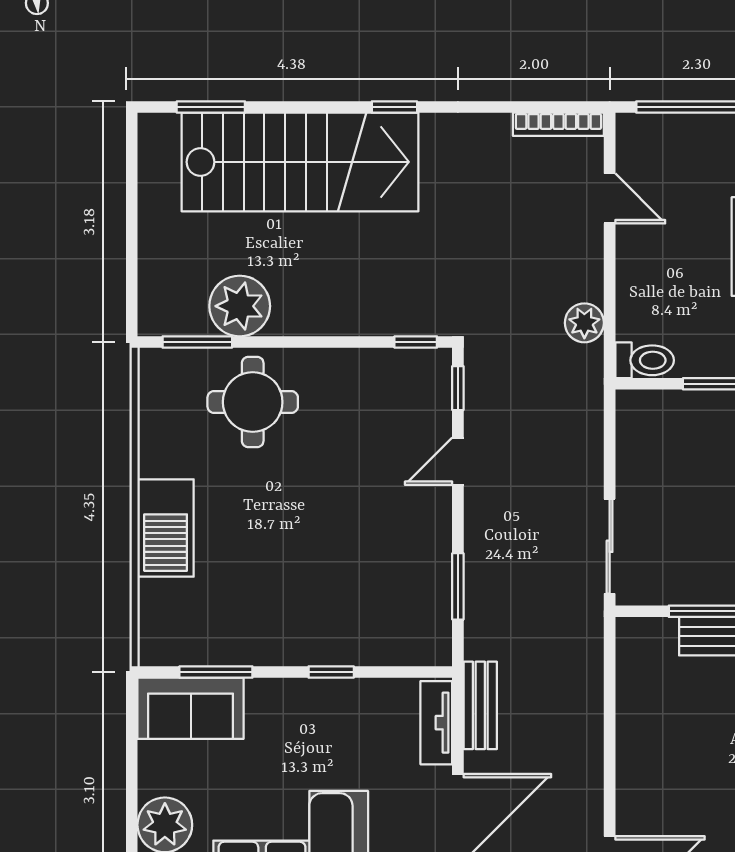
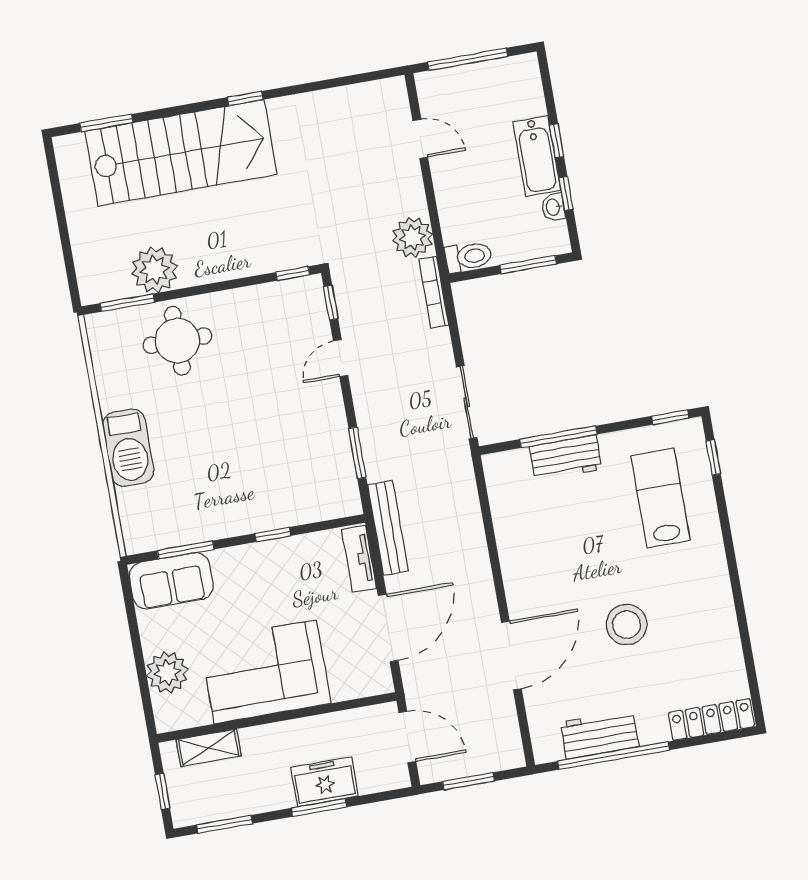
bookcase: (558, 124) -> (434, 292), moved, turned 90
plant: (584, 323) -> (412, 237), width x1.36, depth x1.36
bench: (480, 705) -> (388, 528), width x1.36

